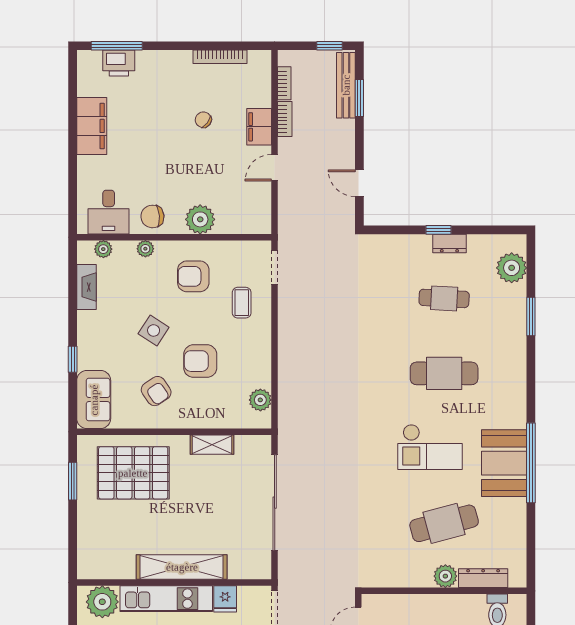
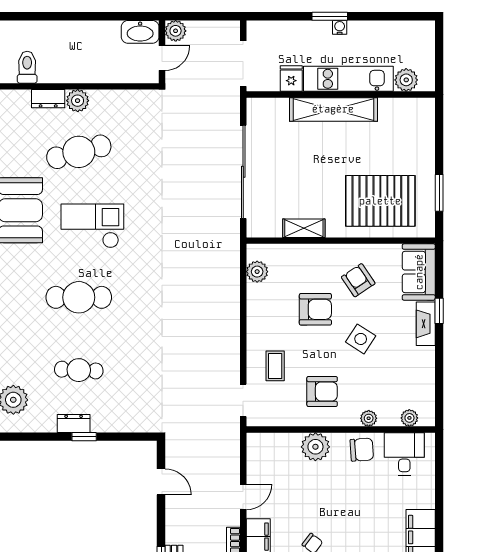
fireplace: (86, 287) -> (426, 324), moved
dresser: (483, 578) -> (48, 99), width x0.70
plant: (102, 602) -> (406, 80), width x0.73, depth x0.73

